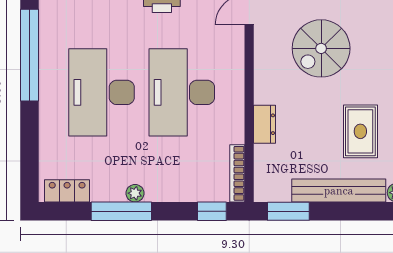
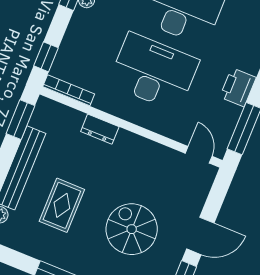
spiral stairs: (321, 48) -> (132, 229), moved
rug: (360, 131) -> (62, 205), turned 90

